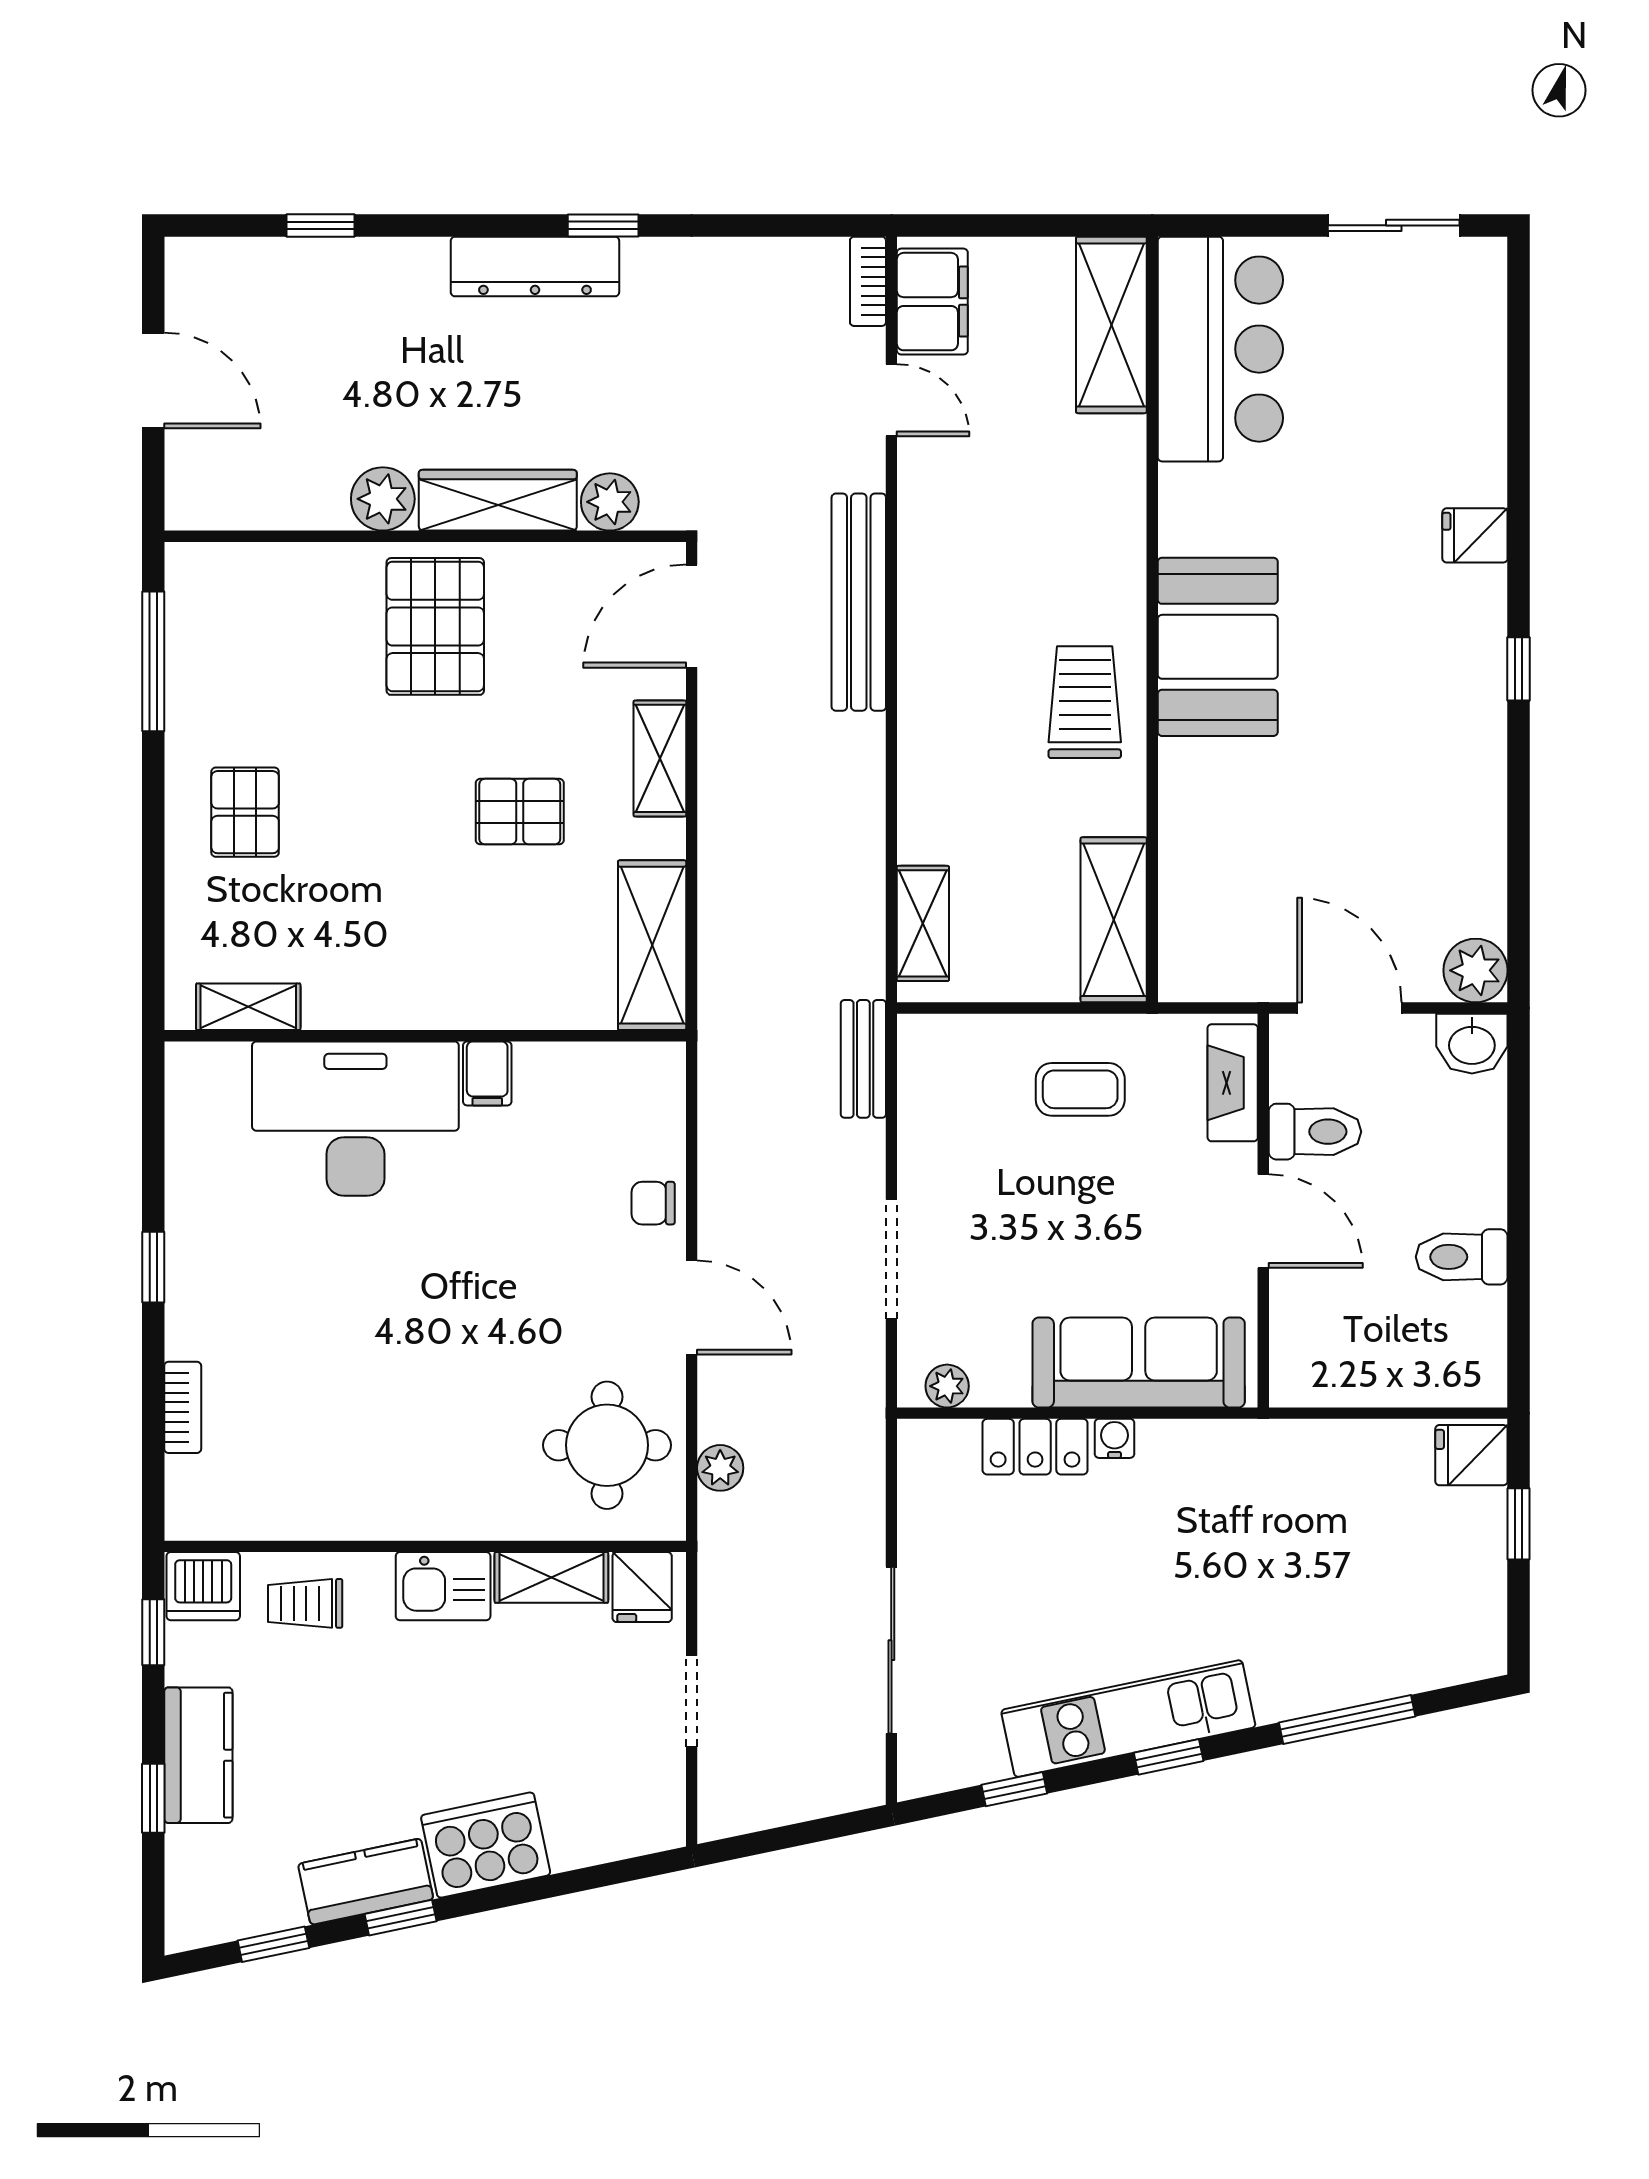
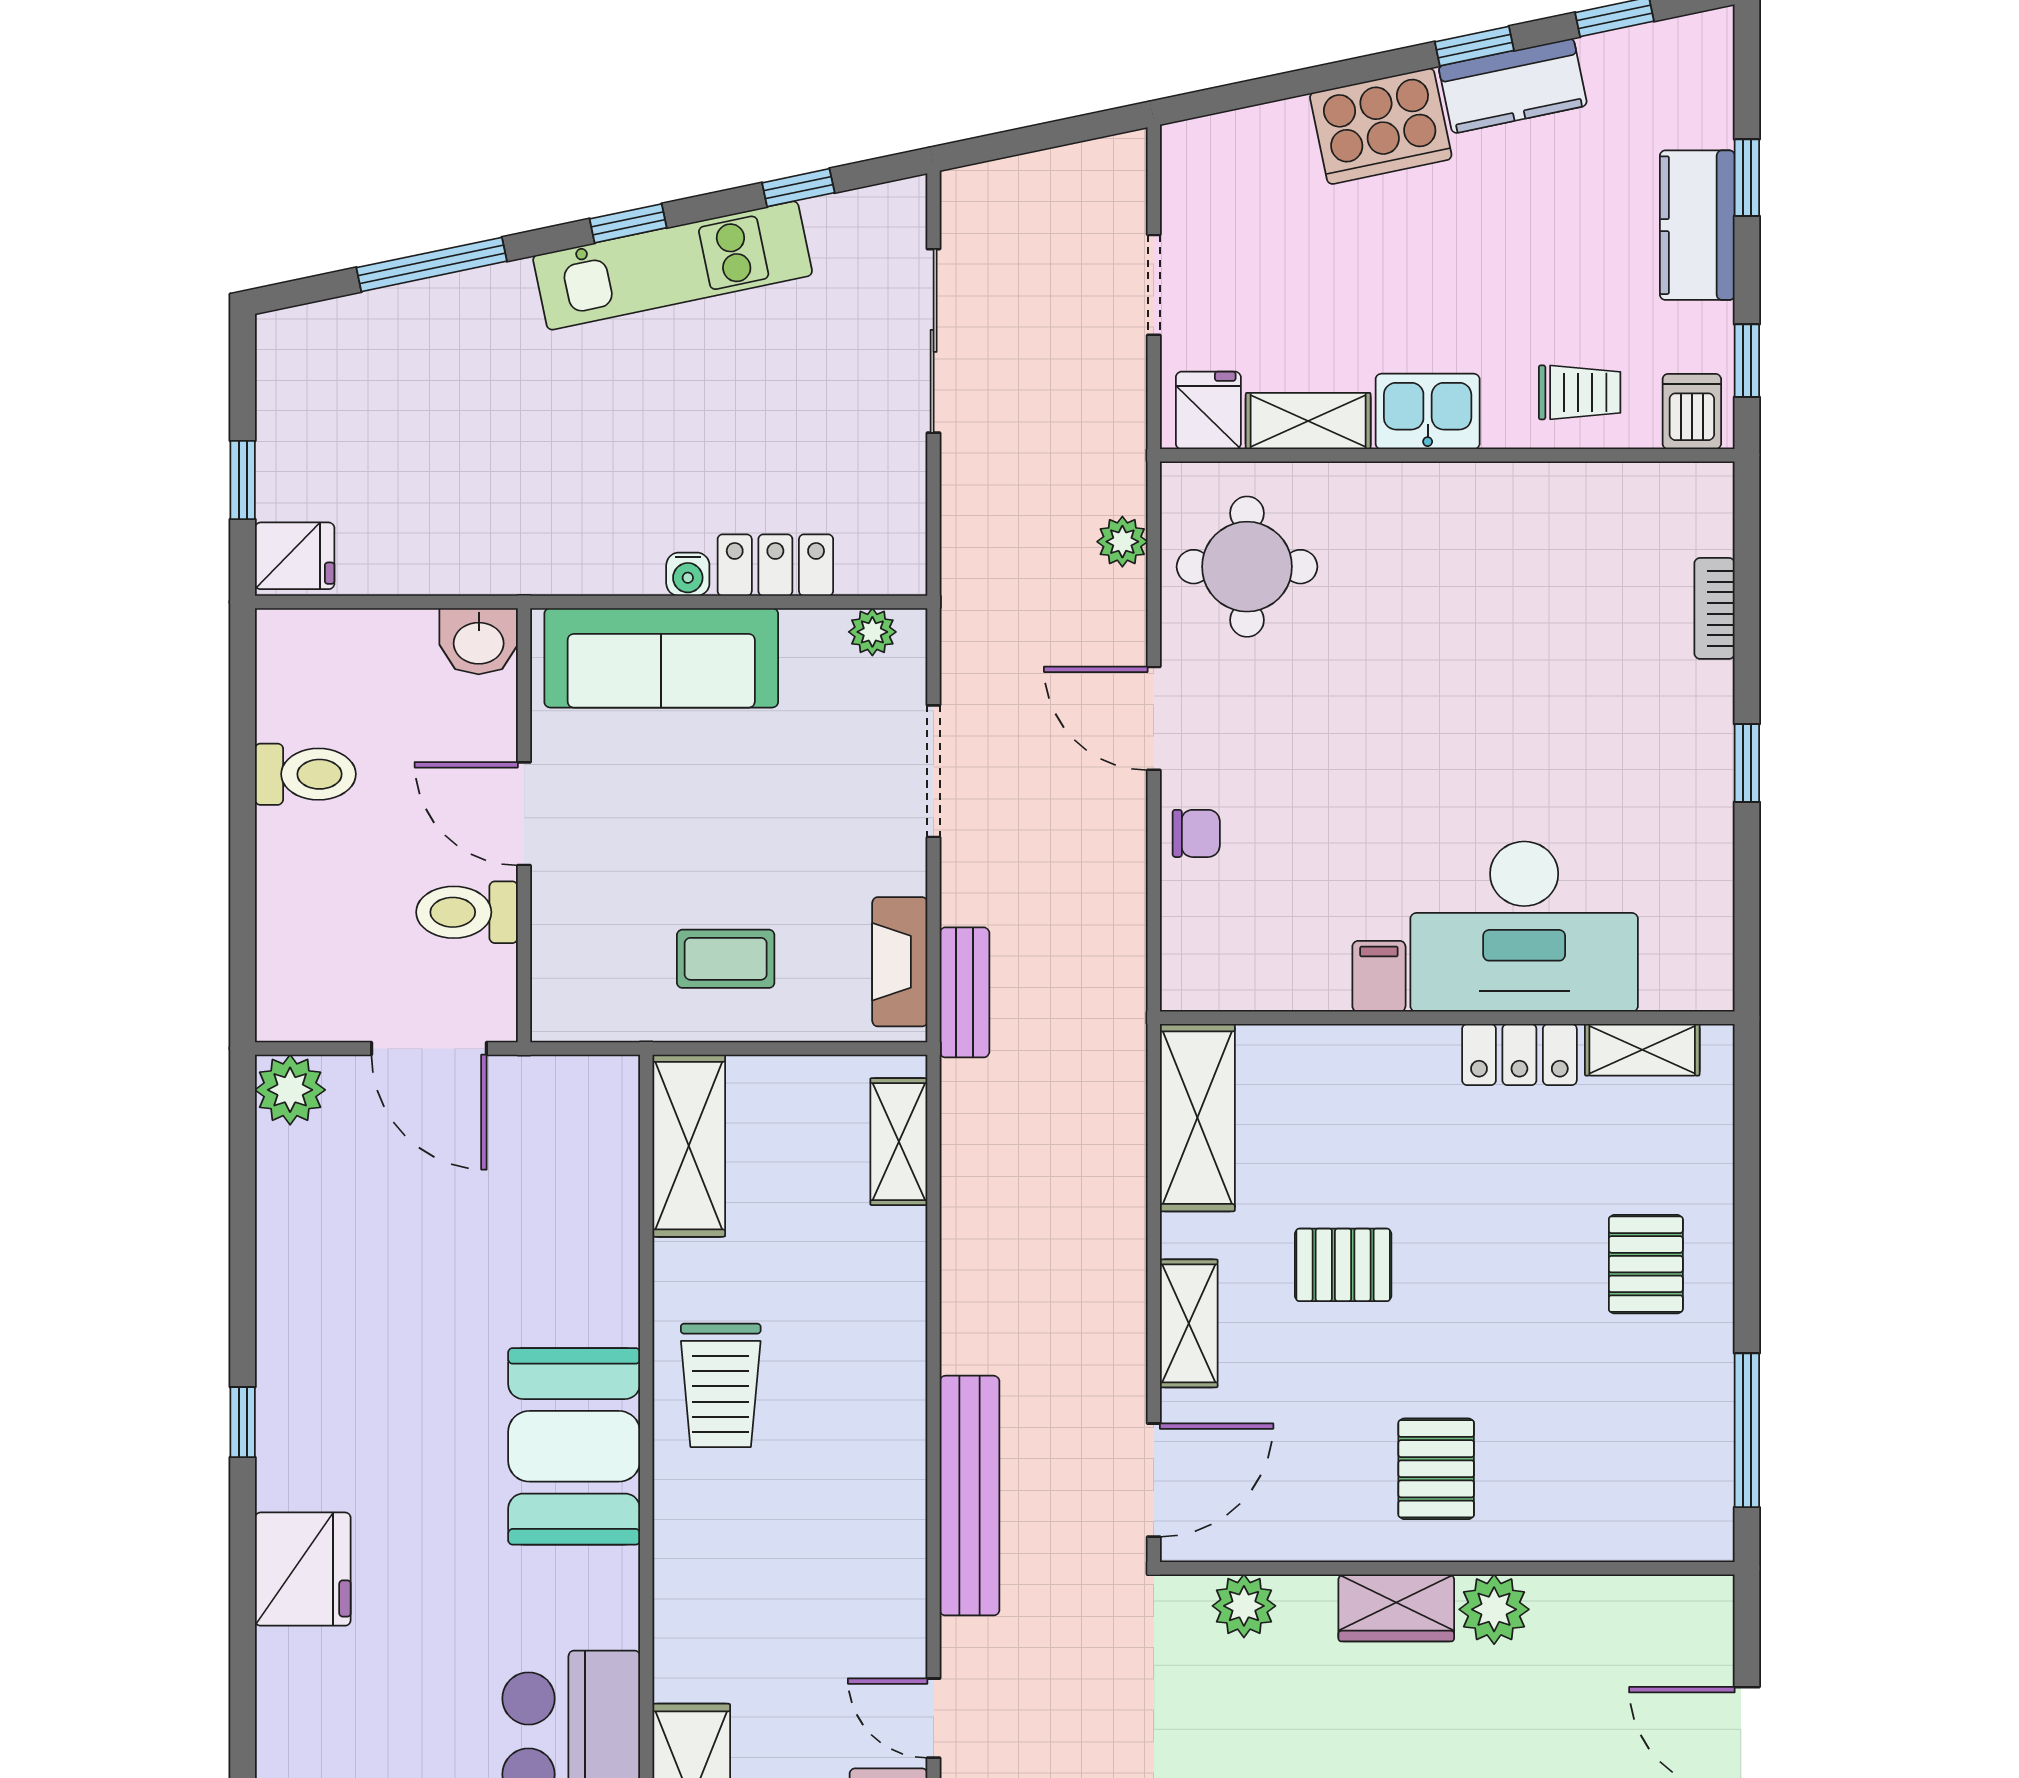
wardrobe: (498, 500) -> (1396, 1608), width x0.67
fridge: (1475, 535) -> (303, 1569), width x1.88, depth x1.34
pallet: (435, 626) -> (1436, 1469), width x0.67, depth x0.71
locker: (360, 1002) -> (1519, 1055), added
washbasin: (1472, 1044) -> (479, 641), moved, turned 180
fireplace: (1233, 1083) -> (900, 962), moved, turned 180
dishwasher: (203, 1586) -> (1692, 411), width x0.73

